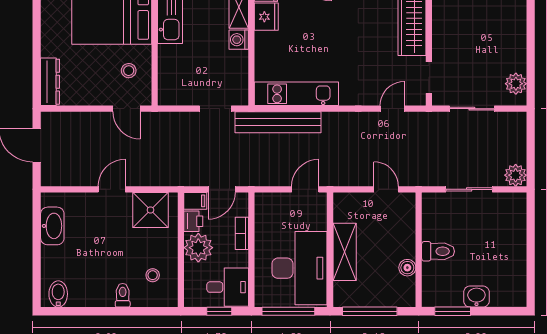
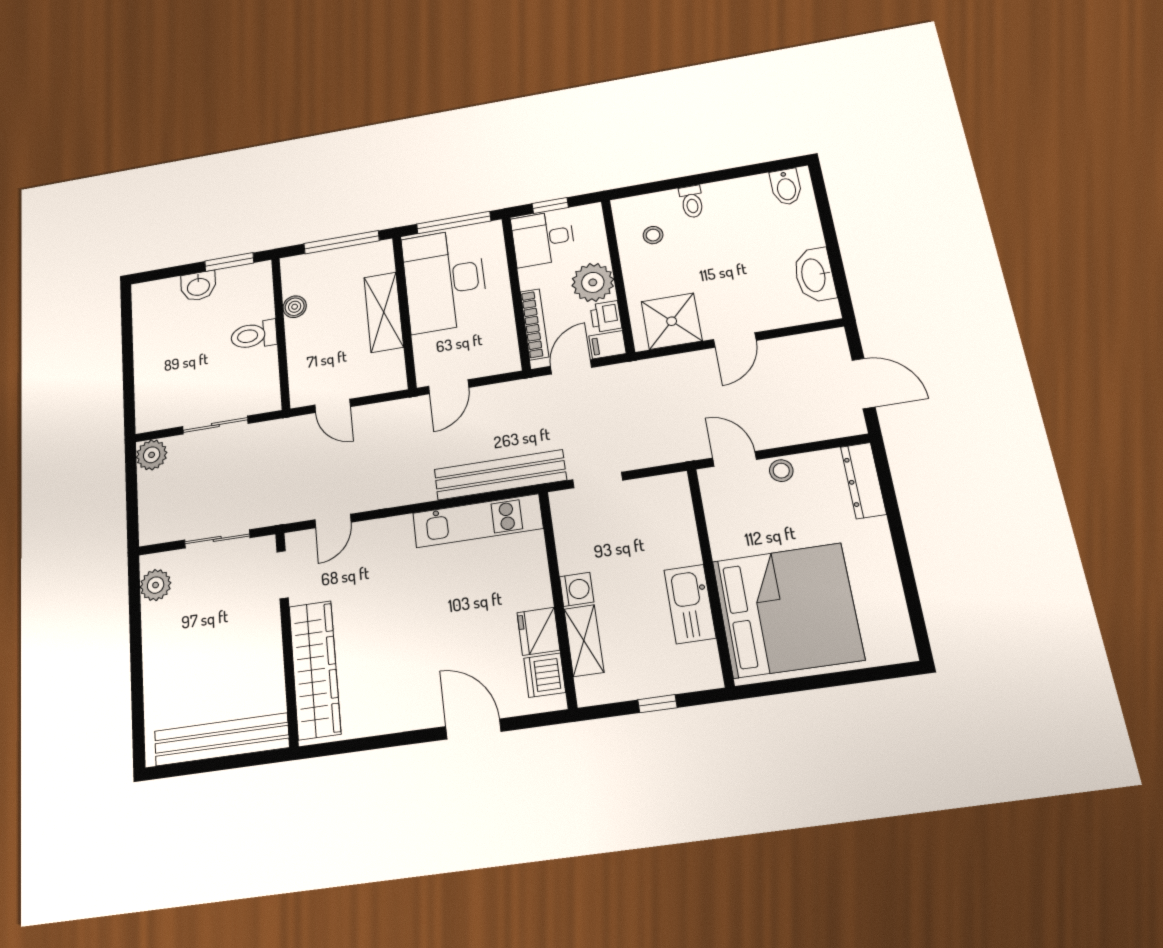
stool: (129, 71) -> (781, 471), moved
bookcase: (242, 233) -> (534, 324), width x1.56

